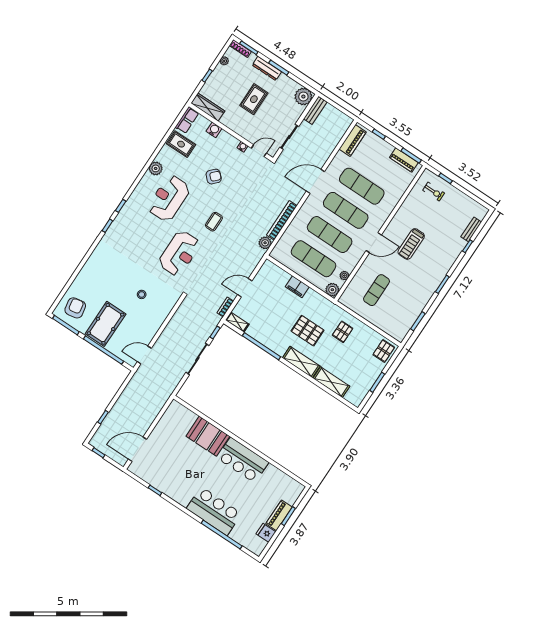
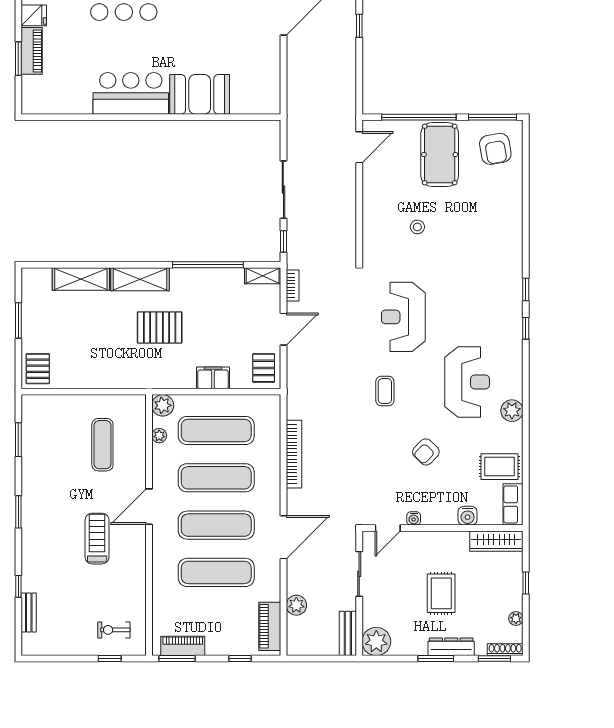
plant: (265, 243) -> (296, 605), moved
pallet: (343, 332) -> (264, 368), moved

